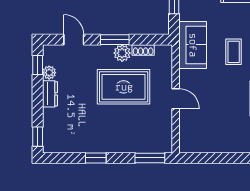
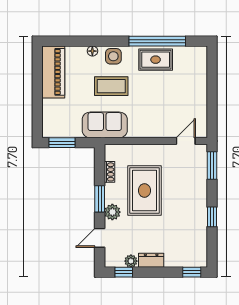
coffee table: (234, 52) -> (111, 86), width x1.36, depth x1.30
plant: (122, 53) -> (112, 212), moved
door: (176, 99) -> (186, 141), moved

